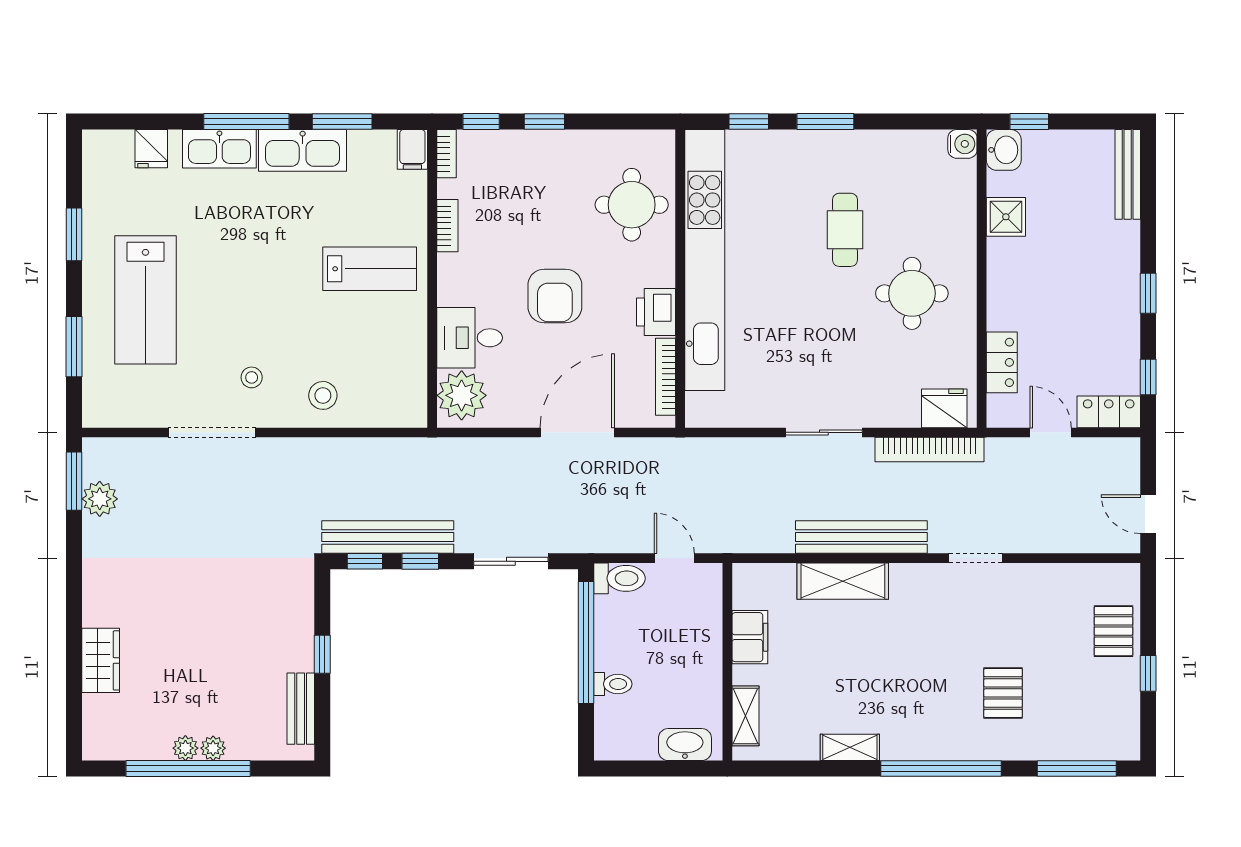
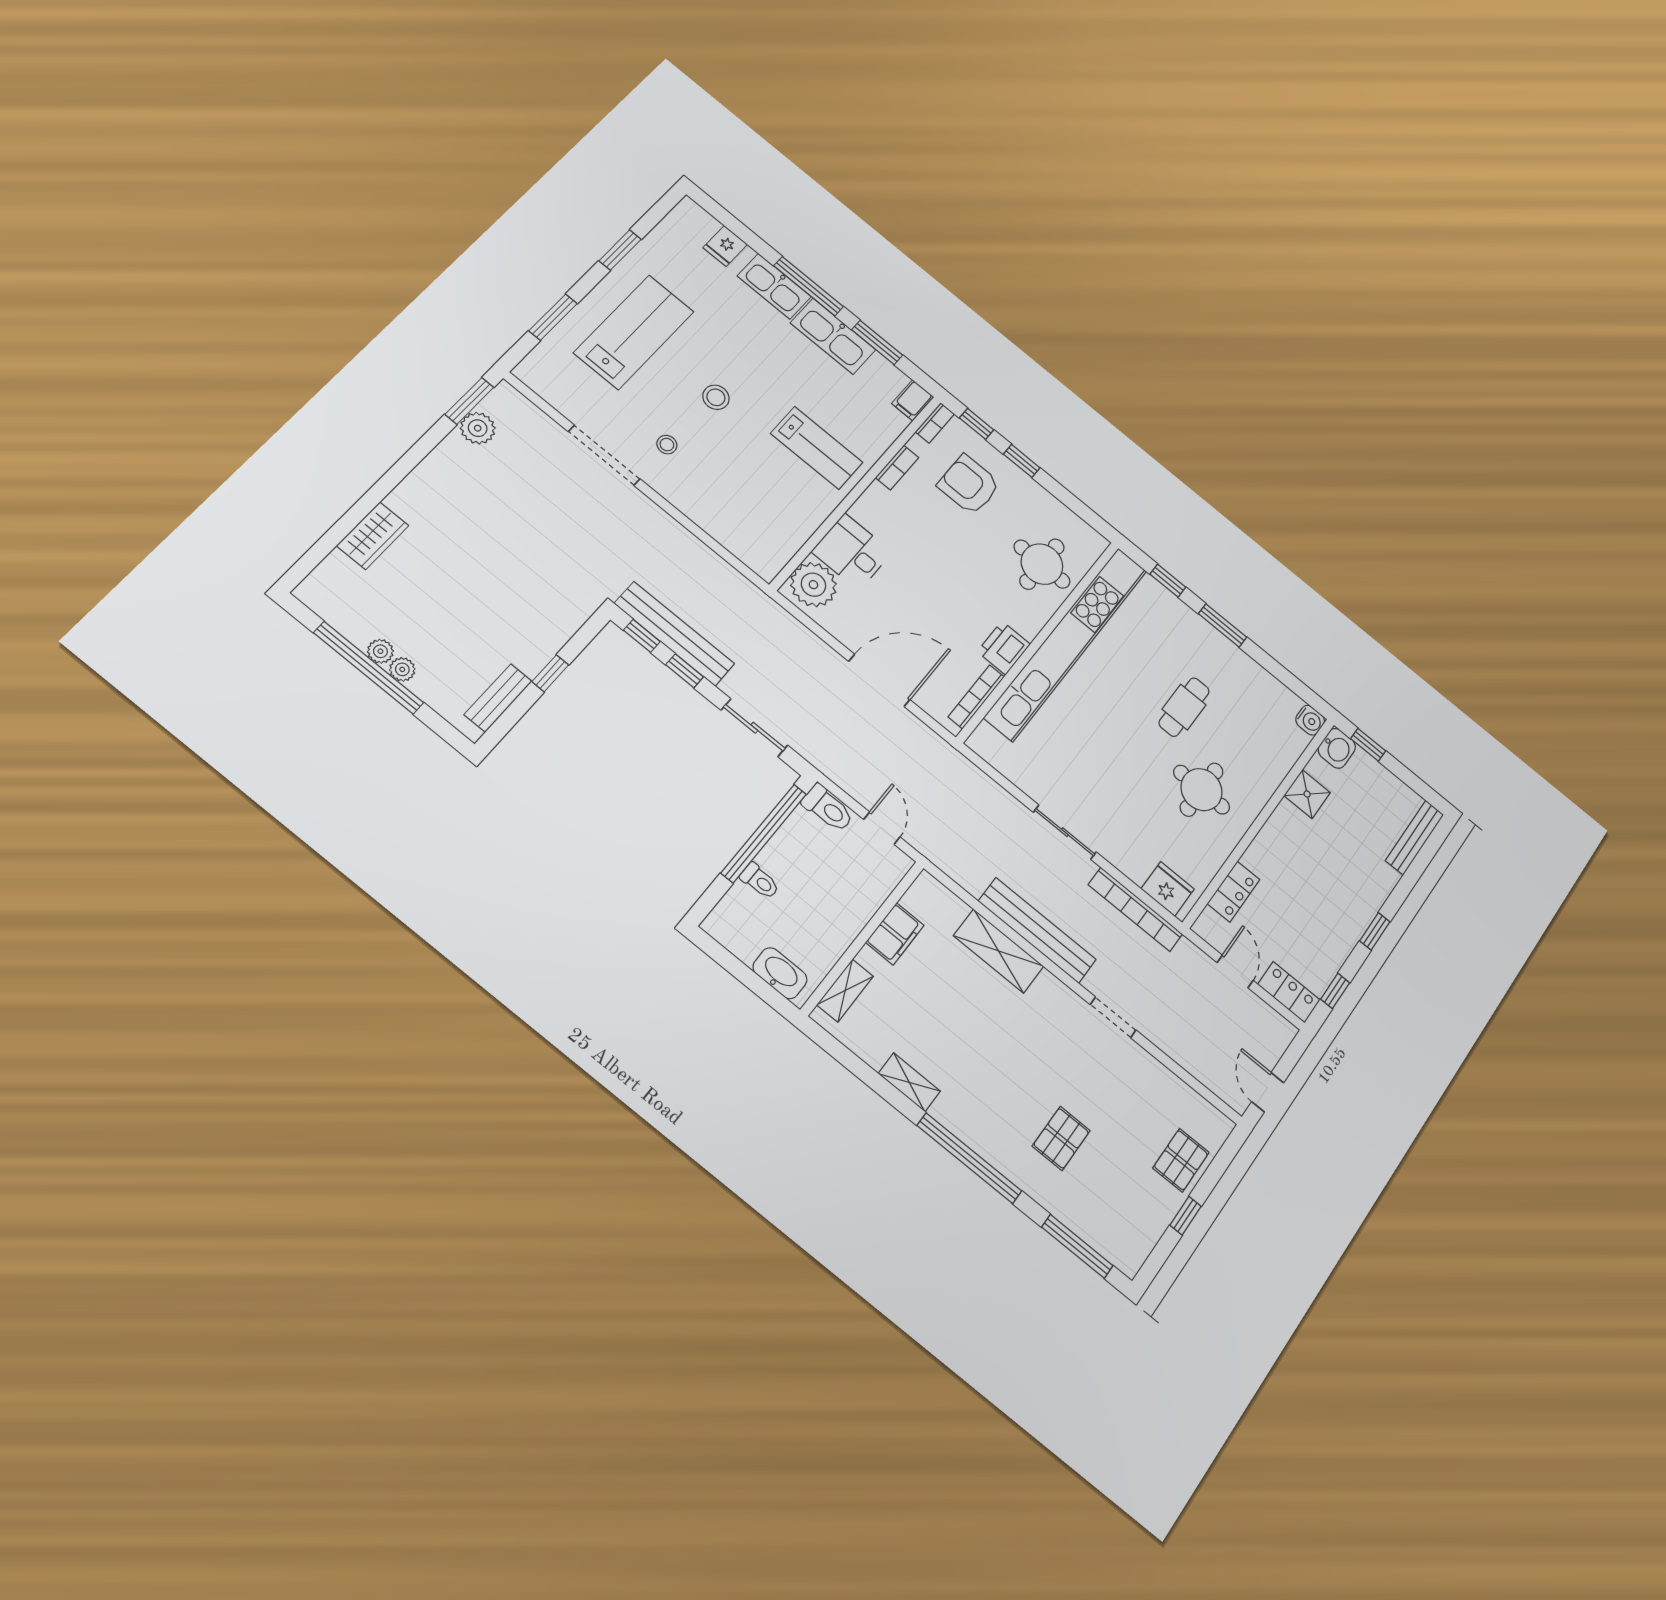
armchair: (555, 296) -> (969, 485), moved, turned 90
lab bench: (145, 300) -> (634, 332), turned 180
stool: (323, 395) -> (716, 397), moved

